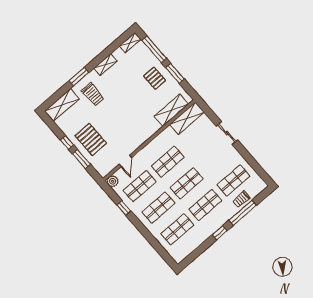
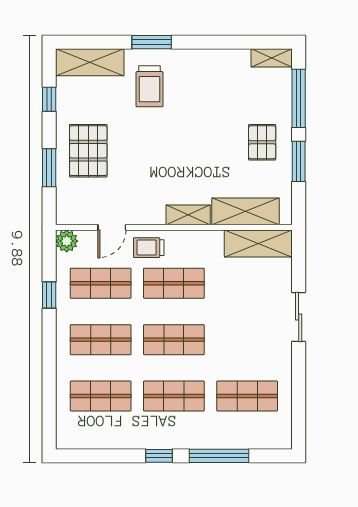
shelving: (105, 65) -> (188, 215), moved
window: (67, 142) -> (49, 99), moved
trolley: (241, 199) -> (149, 248), moved

